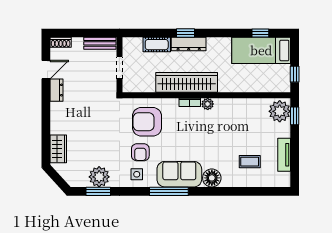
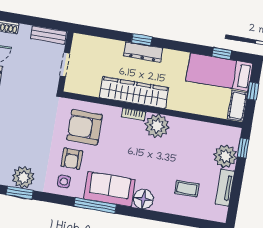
cot: (157, 45) -> (238, 106), moved, turned 90
window: (295, 74) -> (253, 91), moved
plant: (208, 104) -> (157, 126), width x1.88, depth x1.88
plant: (280, 111) -> (225, 156), moved

